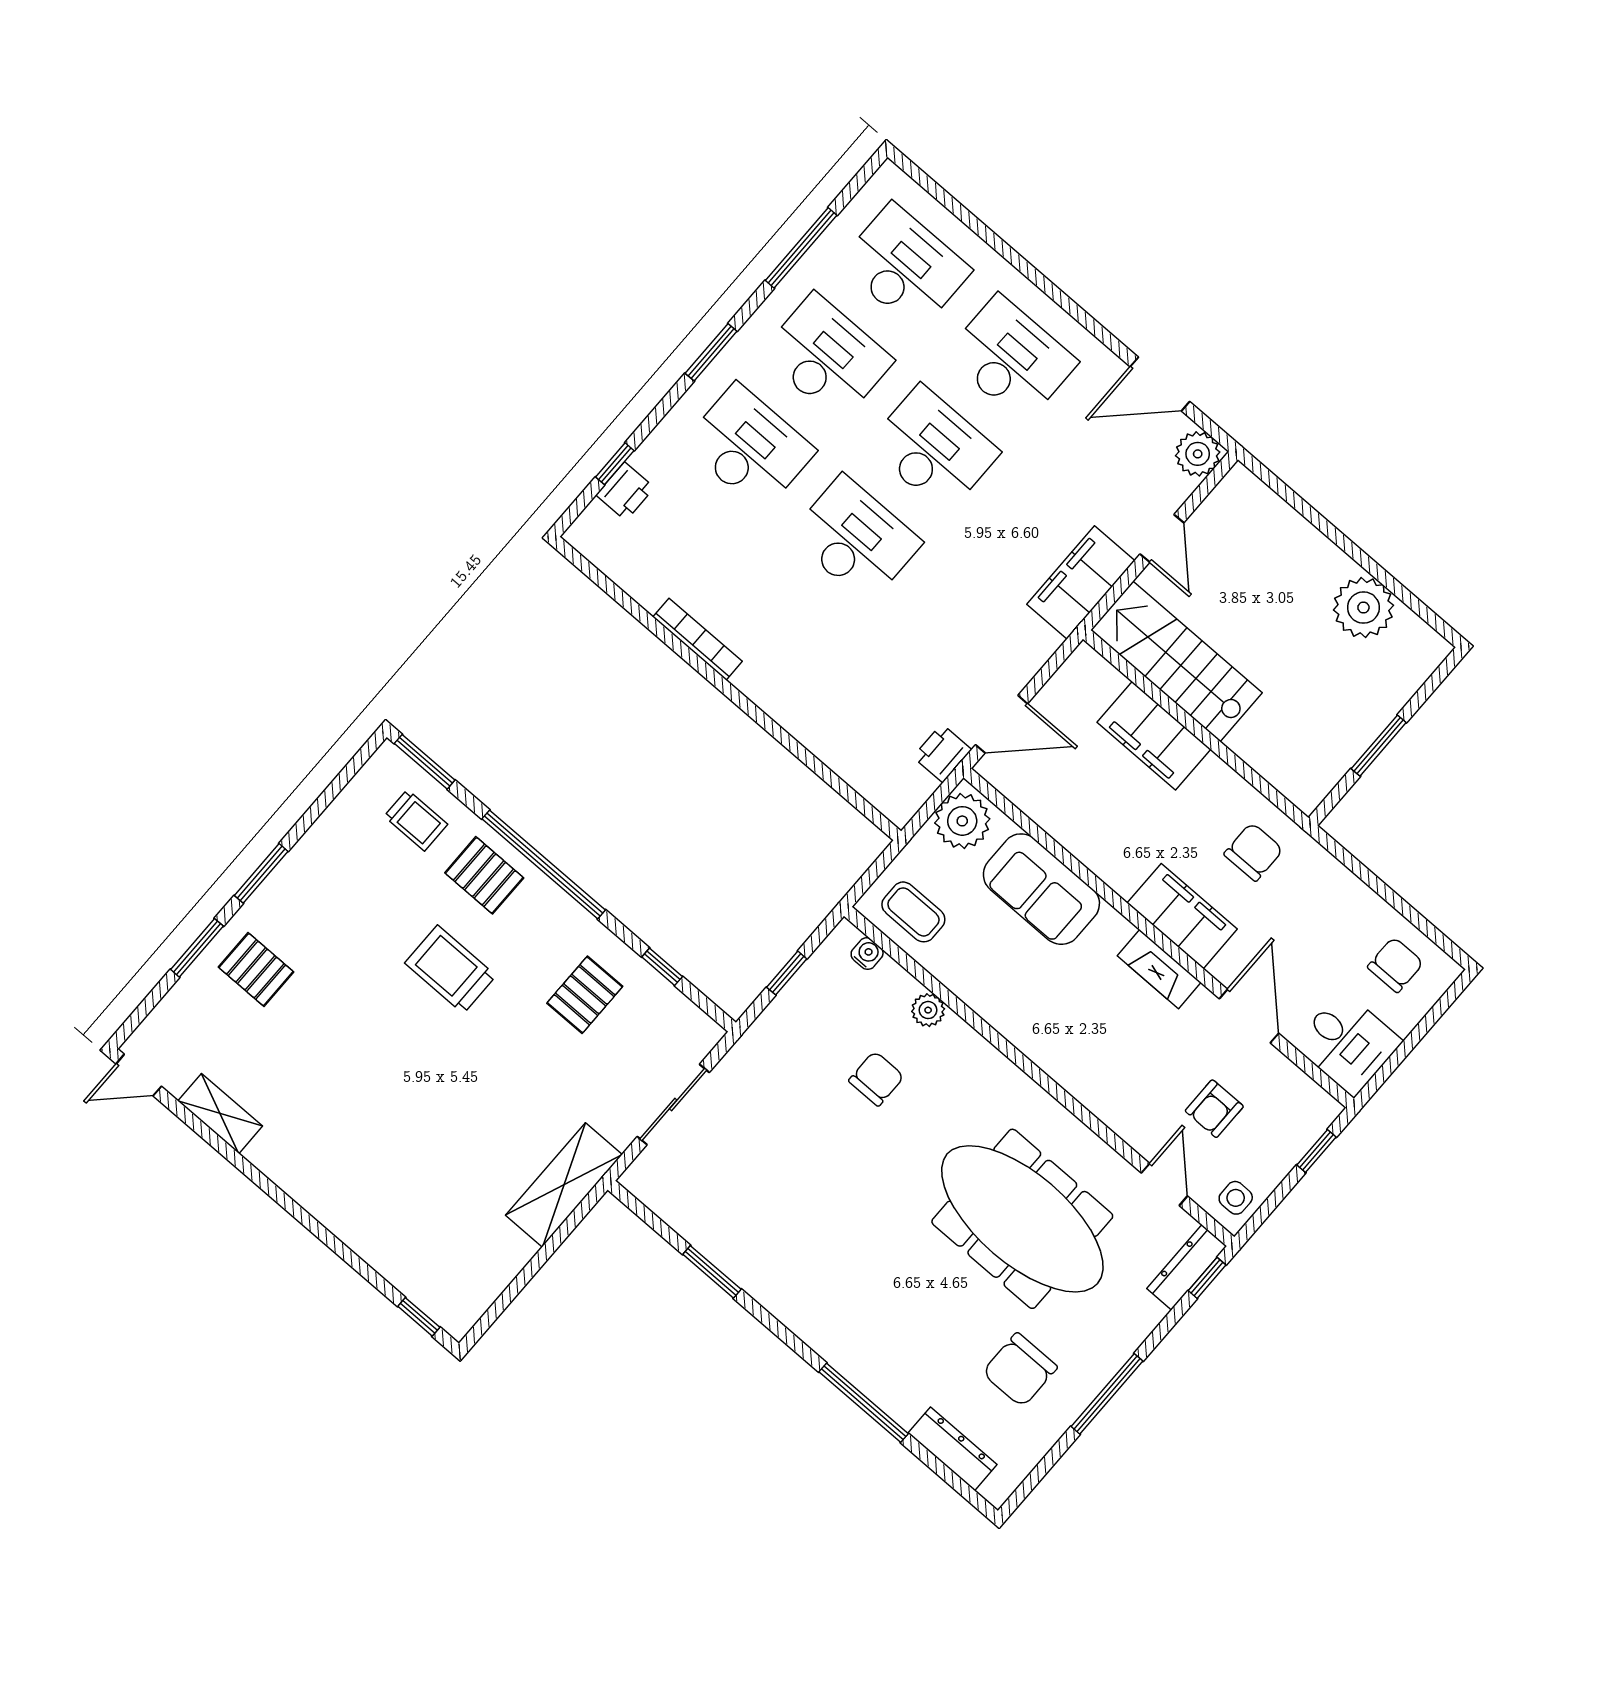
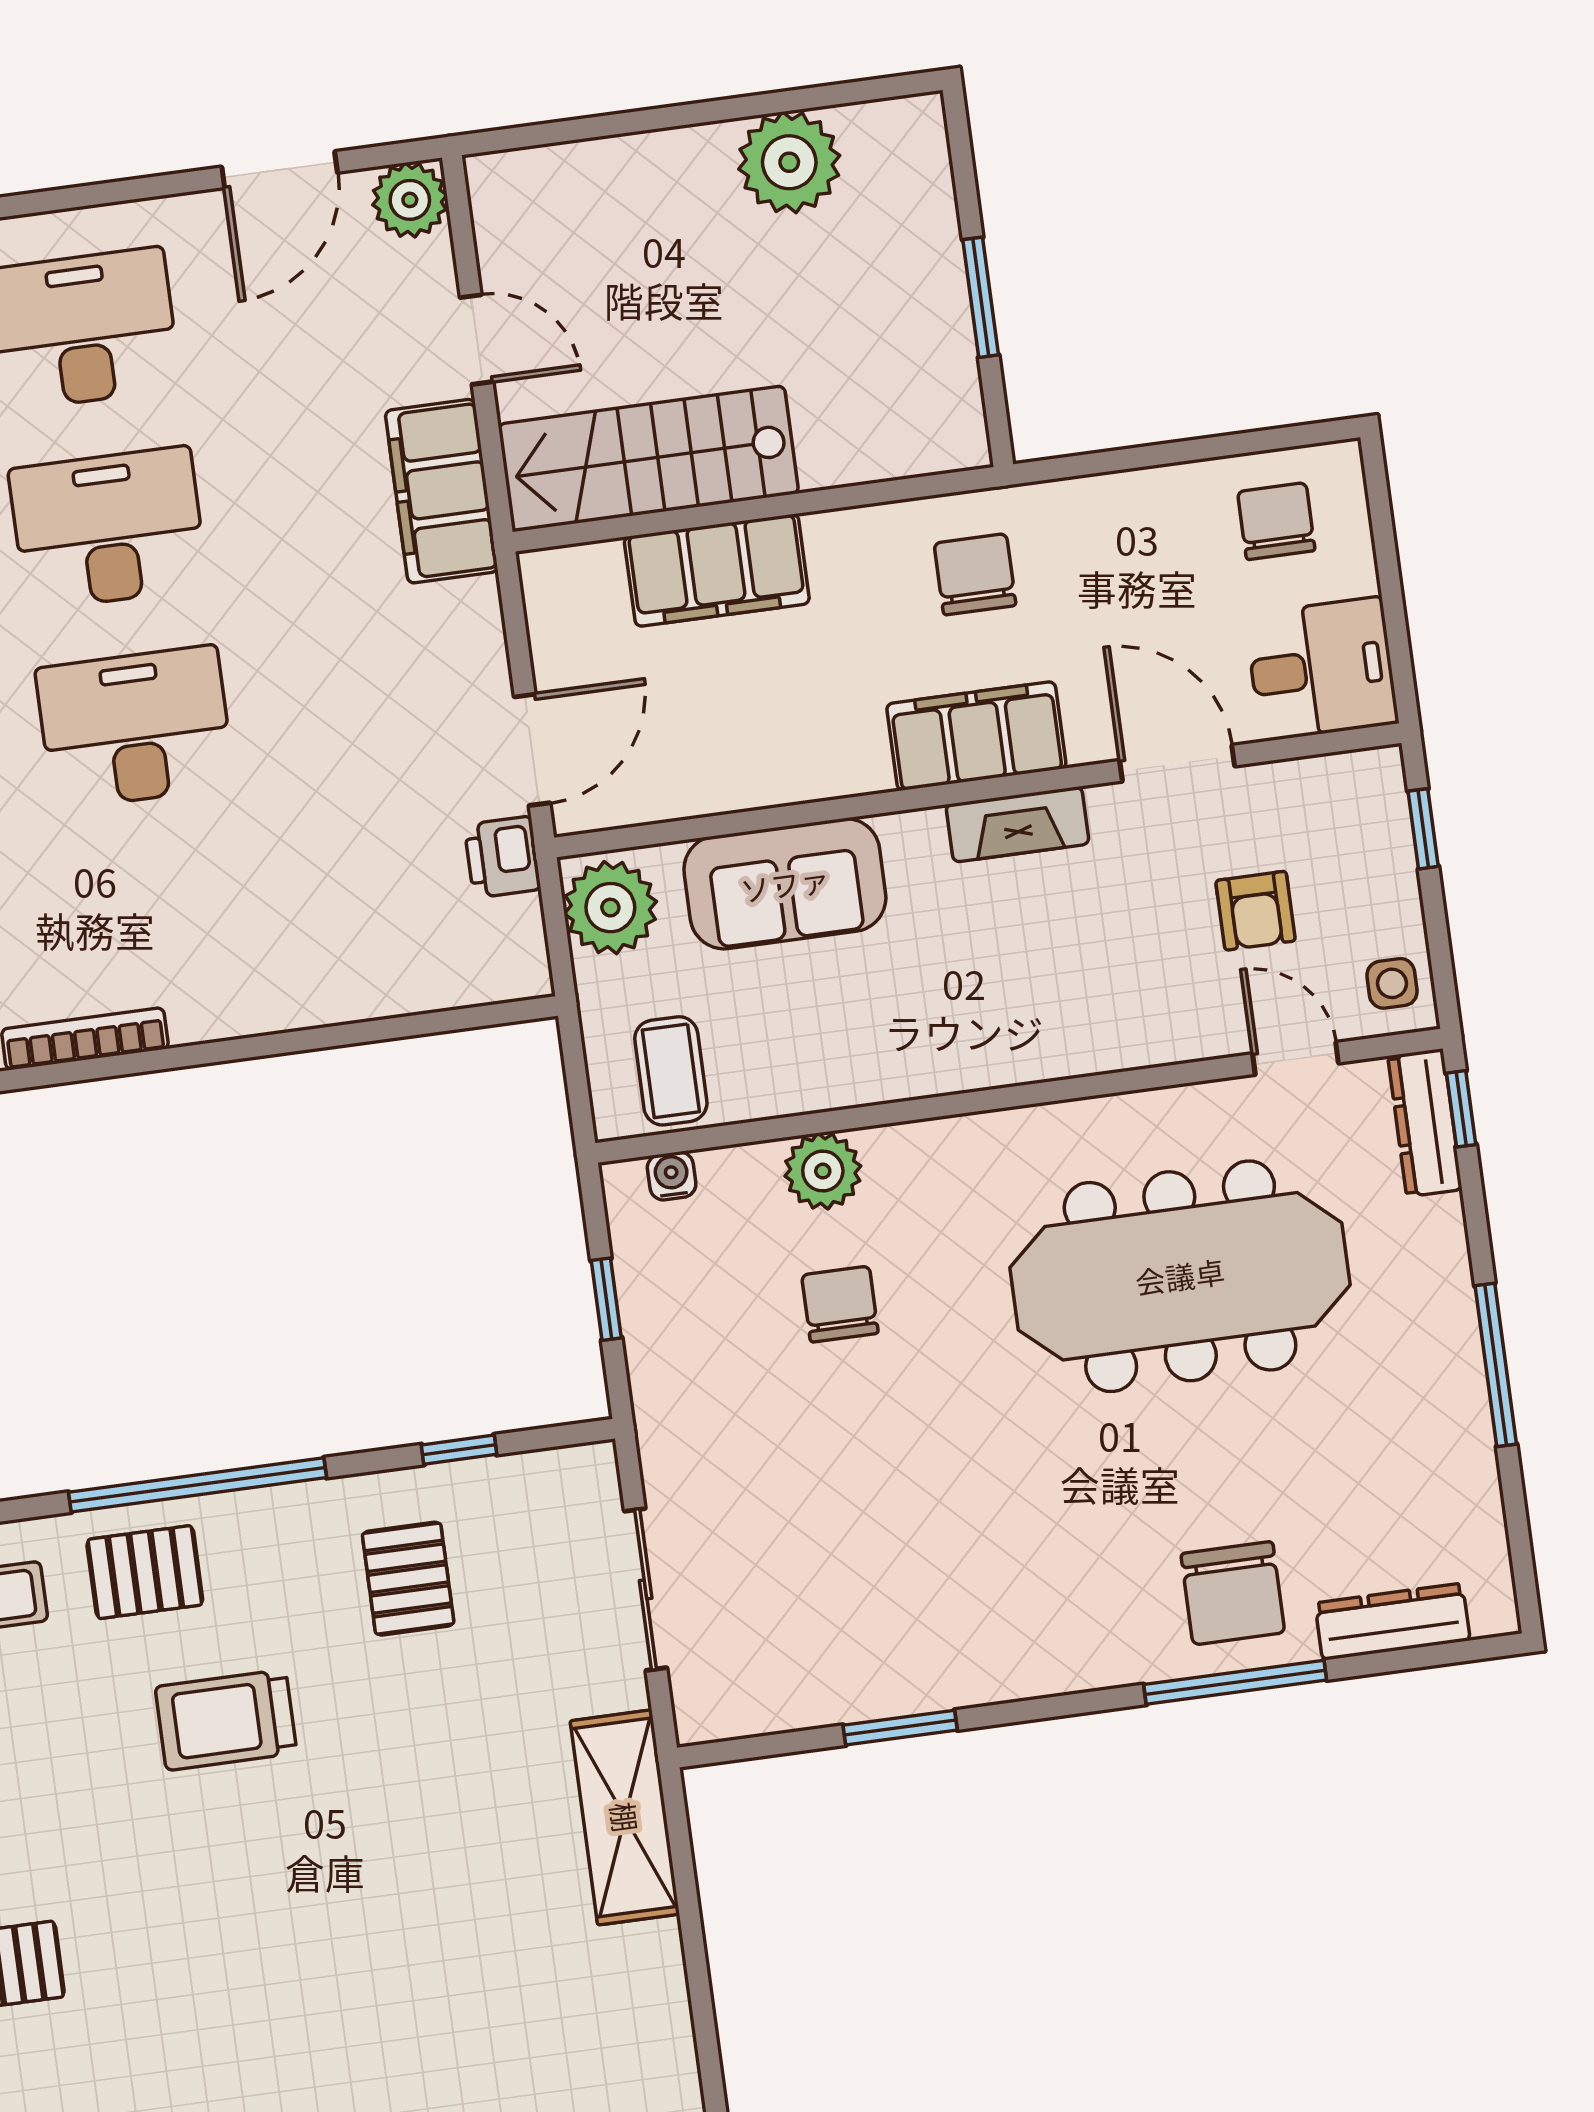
coffee table: (913, 912) -> (671, 1071), turned 90
plant: (928, 1010) -> (823, 1171), width x1.38, depth x1.38
chair: (1020, 1370) -> (1233, 1593), moved

